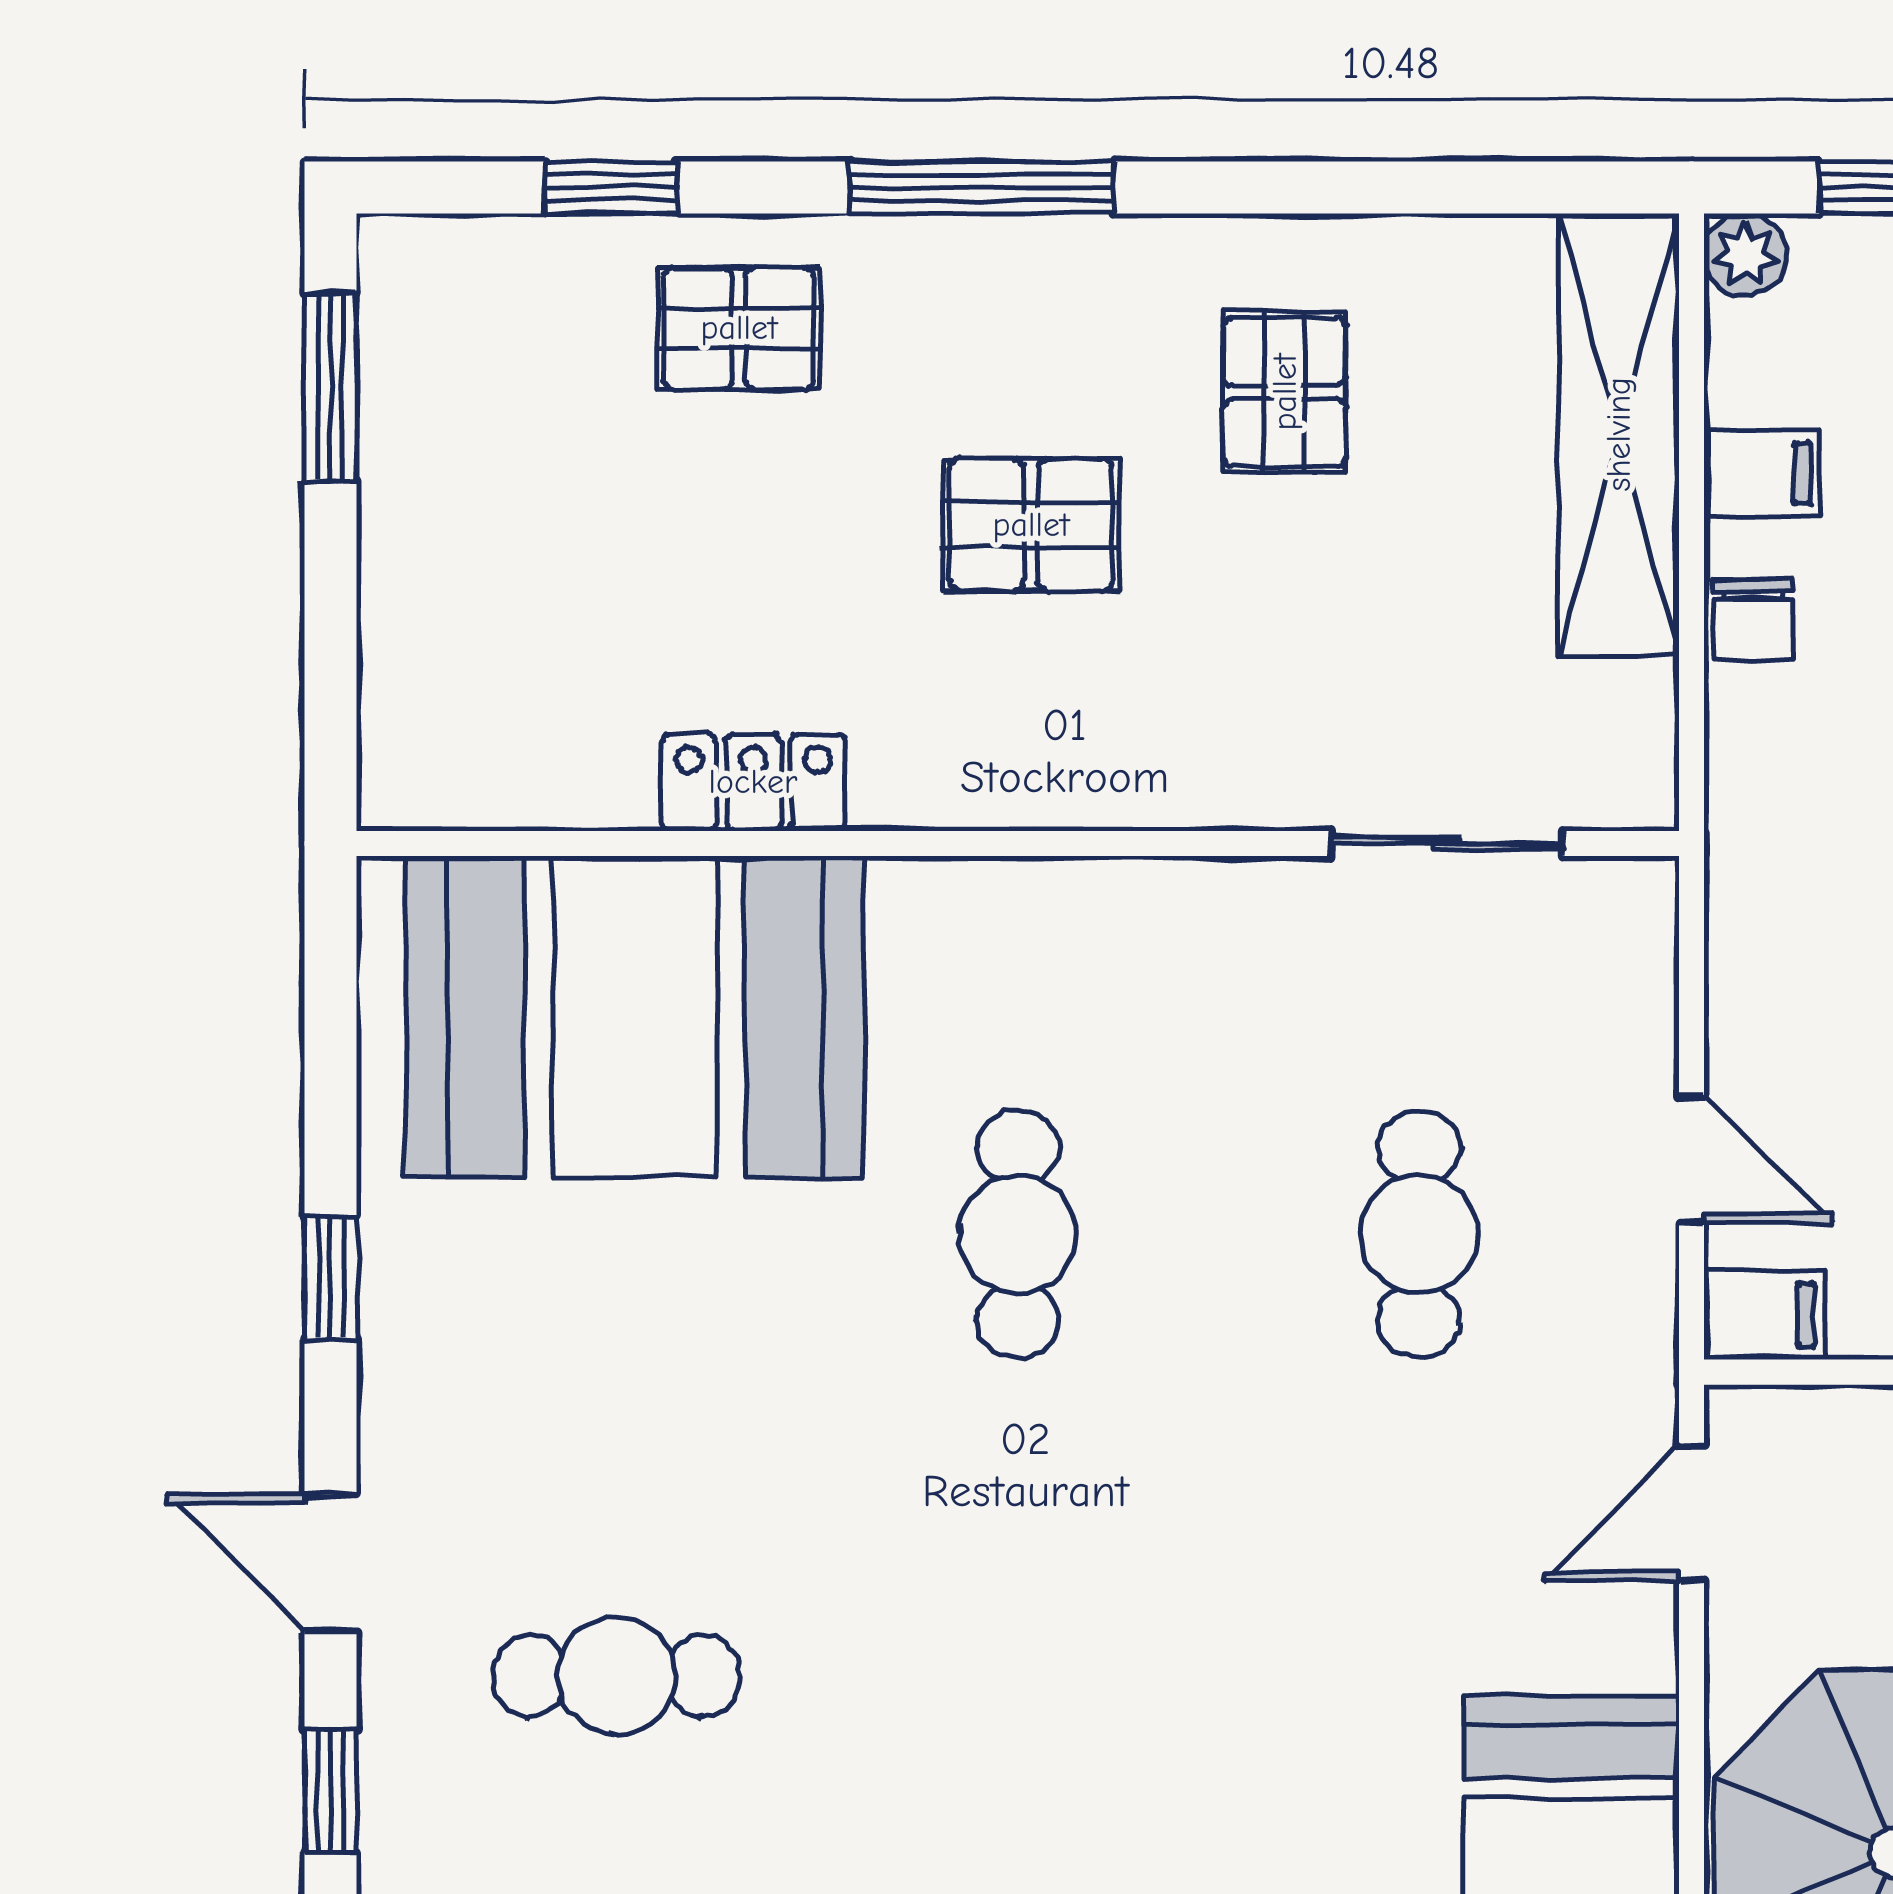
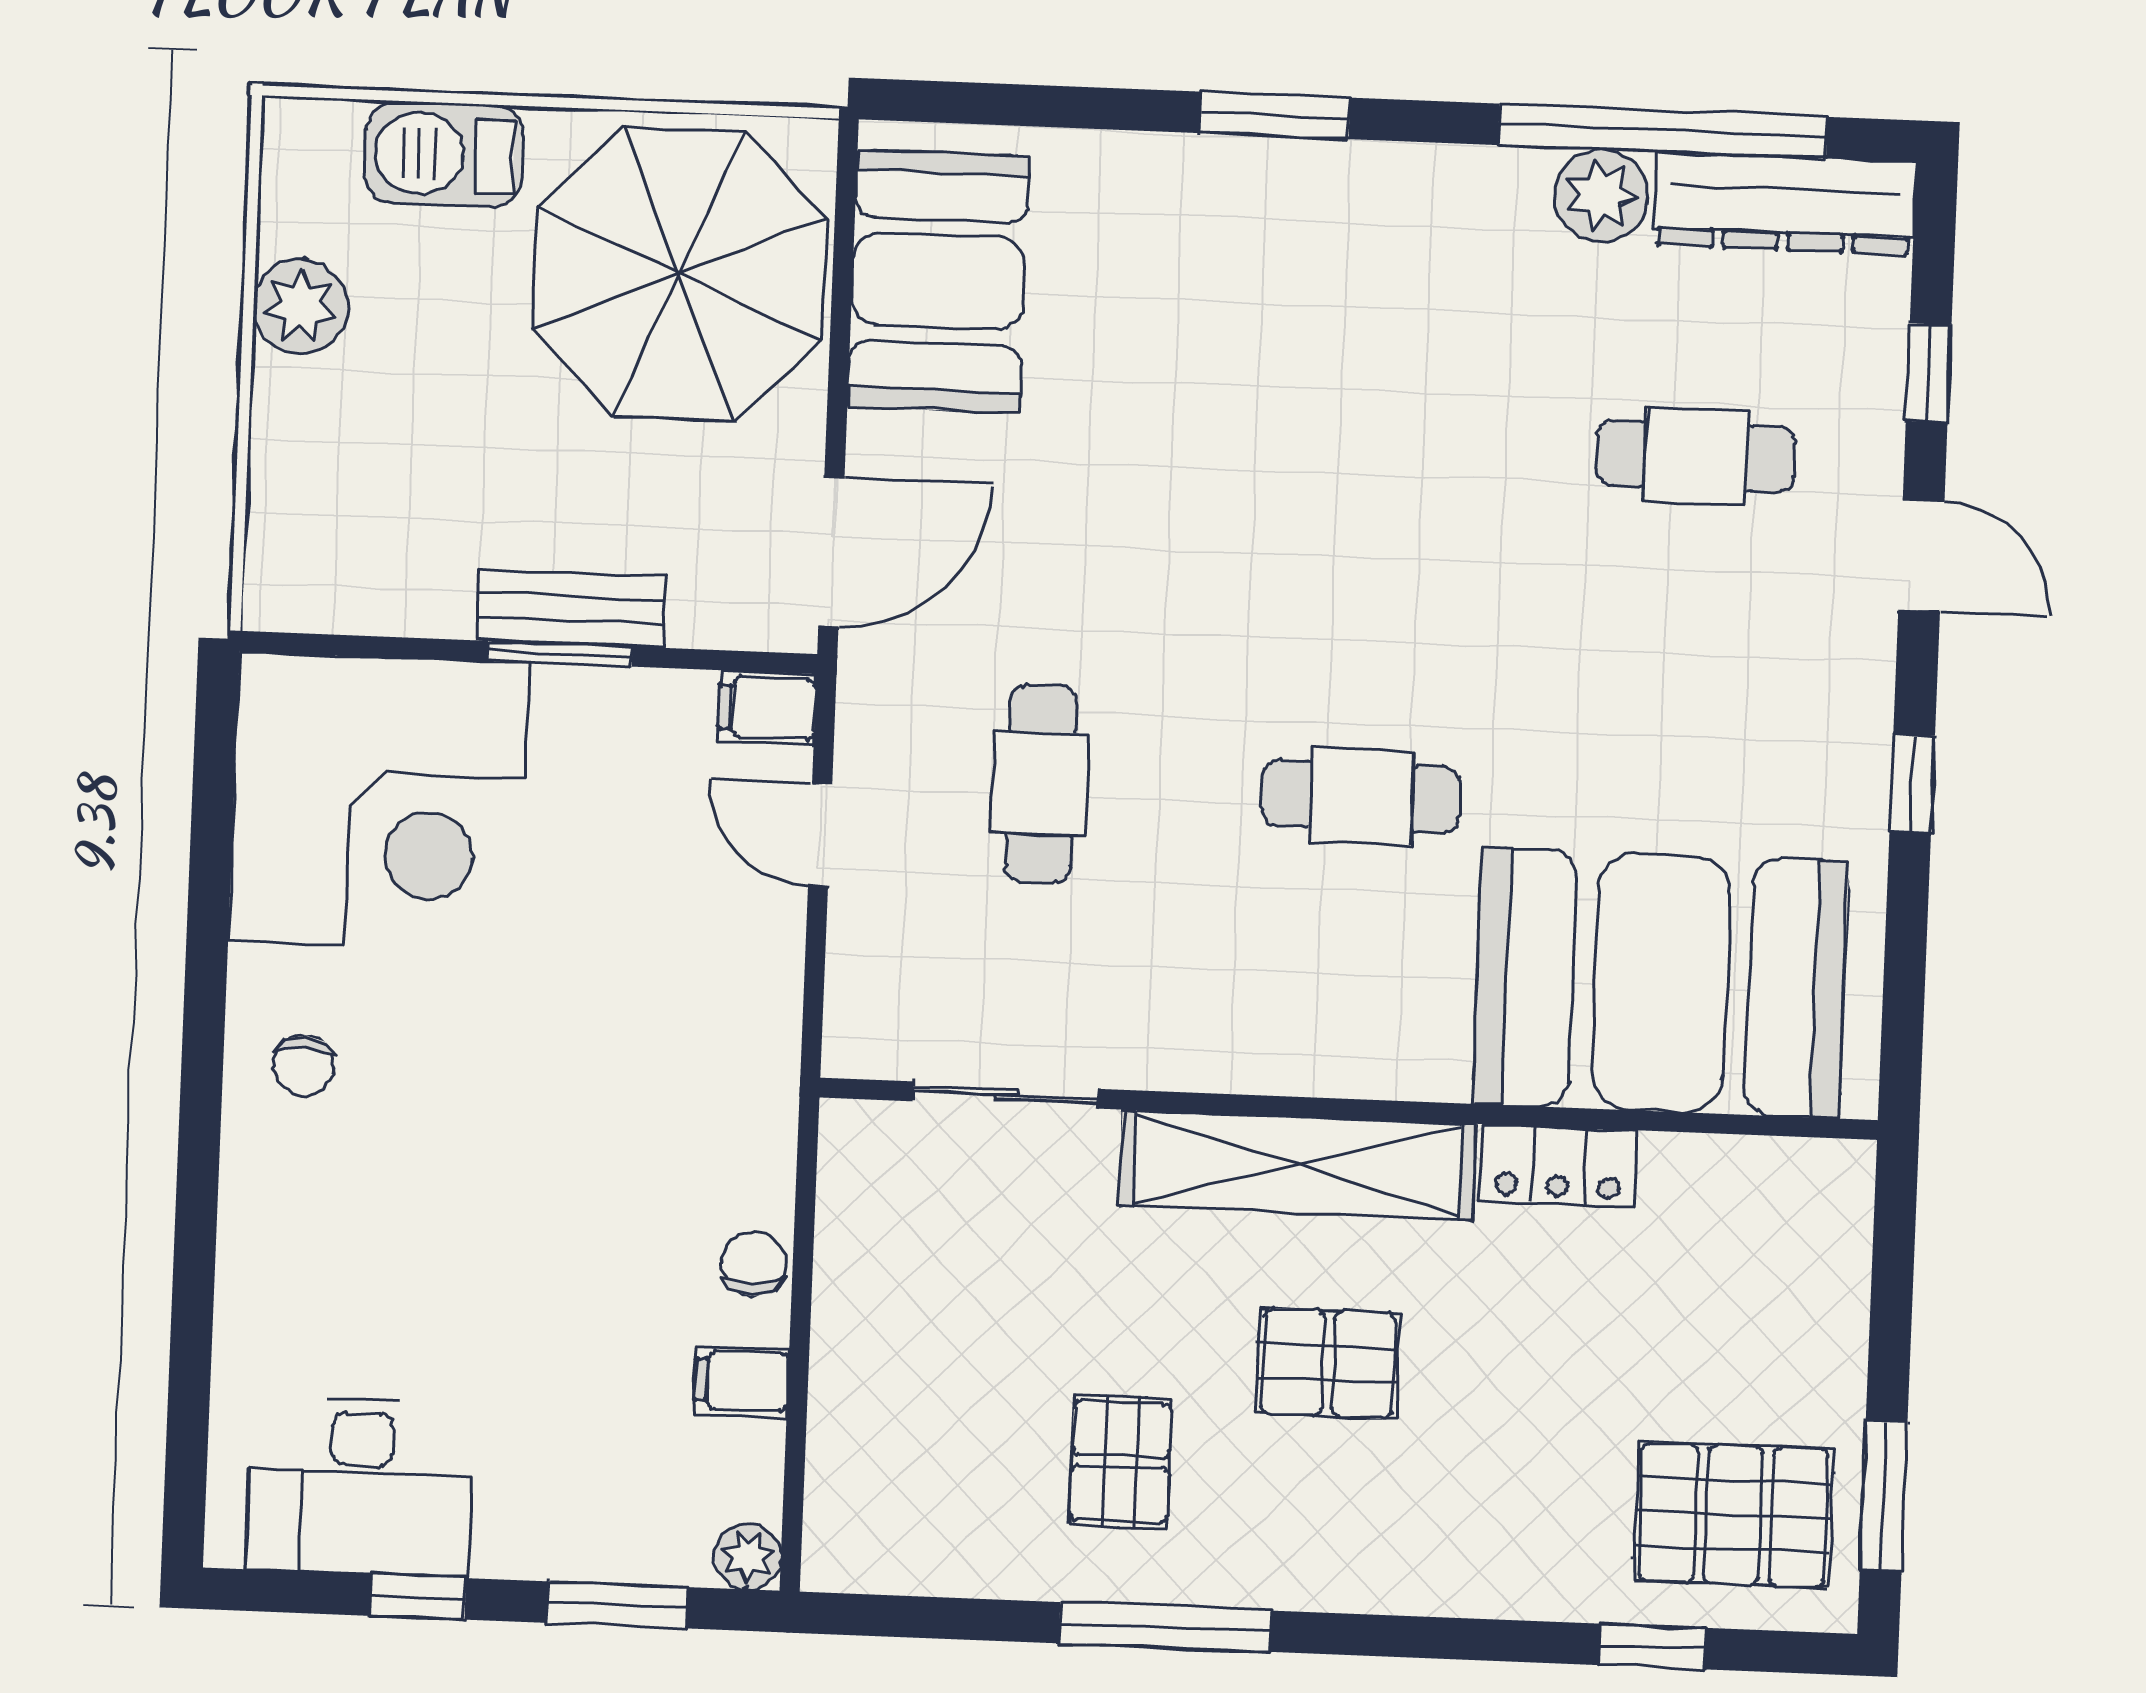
window: (981, 187) -> (1165, 1627), moved
pallet: (739, 328) -> (1733, 1515), moved, width x1.50, depth x1.42
shelving: (1619, 434) -> (1297, 1165), moved, turned 90
cafe table: (1018, 1234) -> (1361, 796), turned 90
door: (1691, 1513) -> (831, 552), width x1.38

